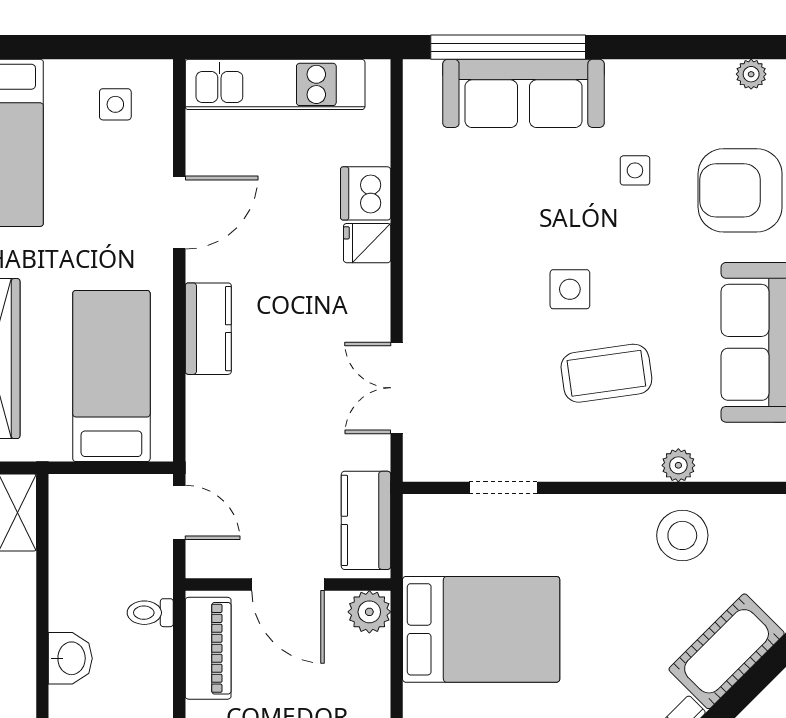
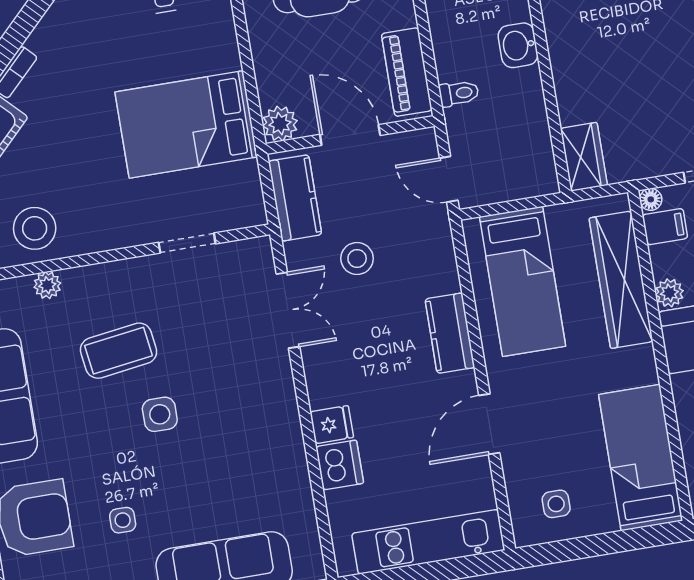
stool: (304, 436) -> (357, 259), added

